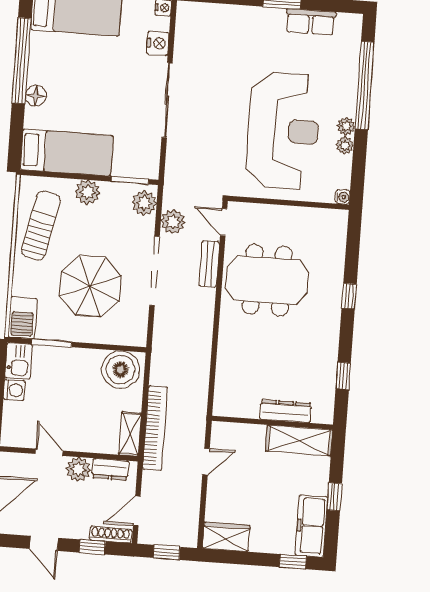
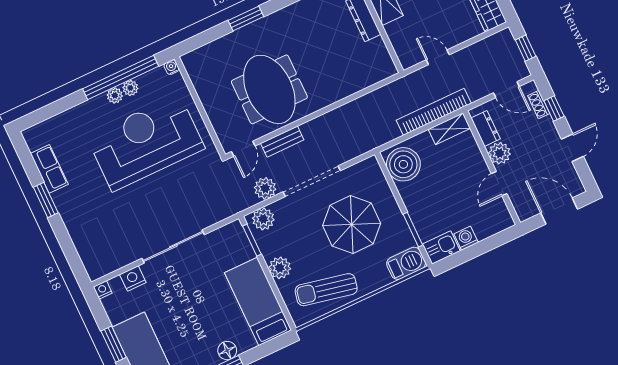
window: (365, 85) -> (121, 77), moved
window: (349, 296) -> (246, 19), width x1.50
shoe rack: (111, 535) -> (539, 105), width x0.70

